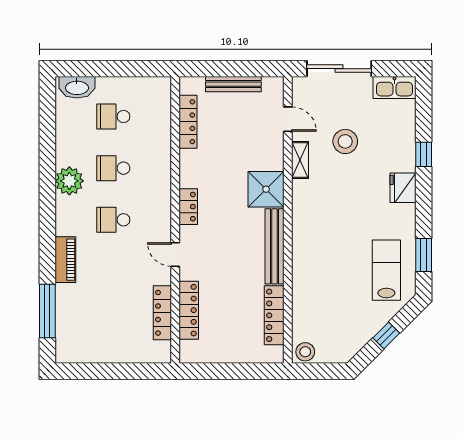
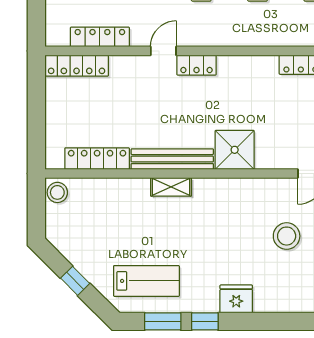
window: (424, 154) -> (205, 321), moved
shelving: (300, 160) -> (171, 187), moved
locker: (188, 207) -> (197, 65), moved
locker: (189, 310) -> (77, 66), moved

